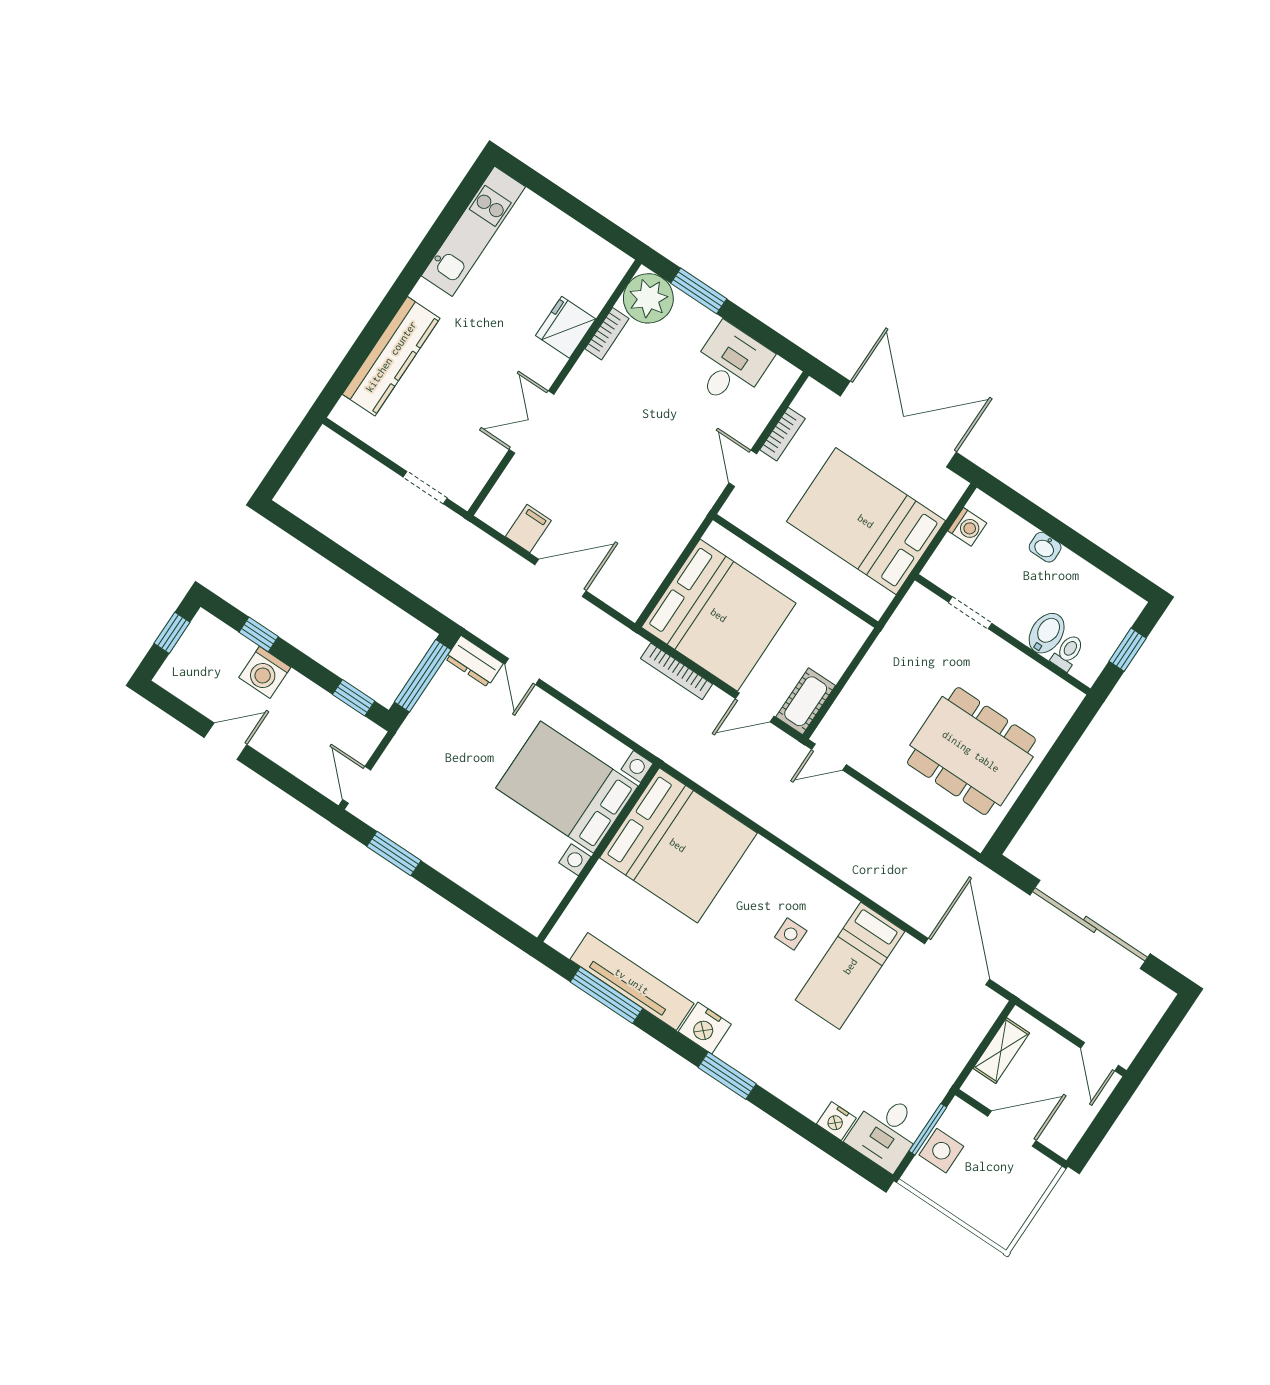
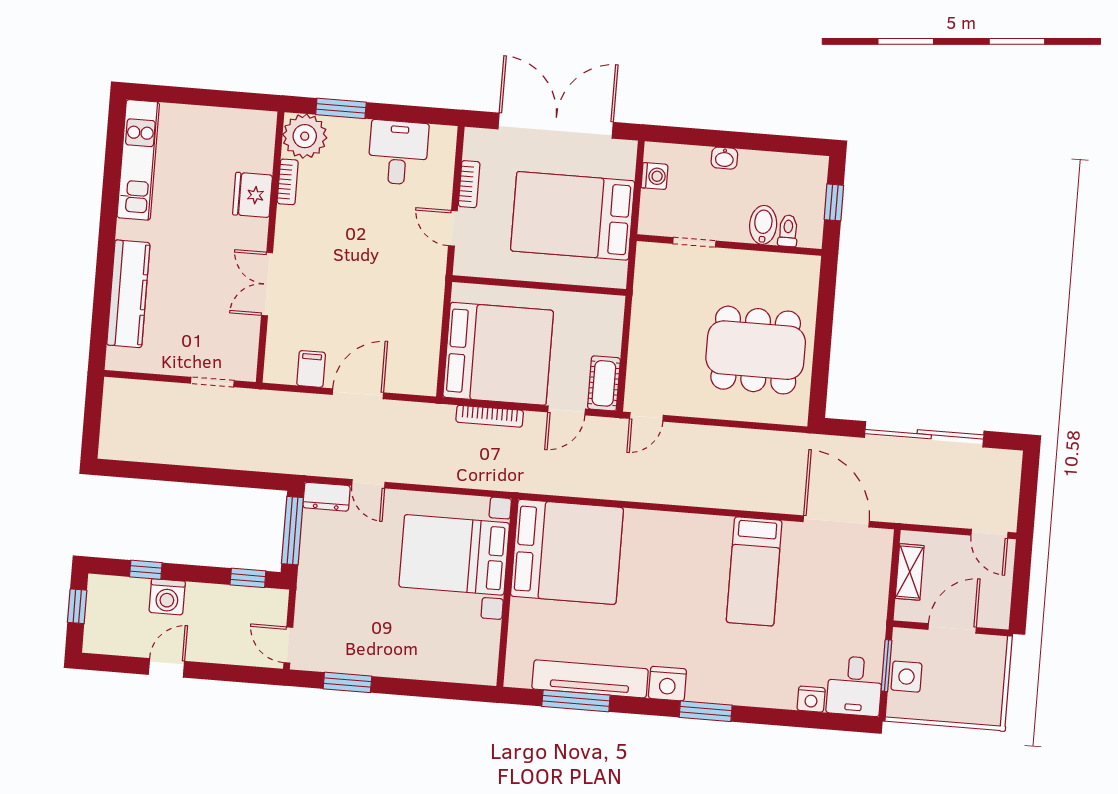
side table: (791, 934) -> (694, 572), removed

